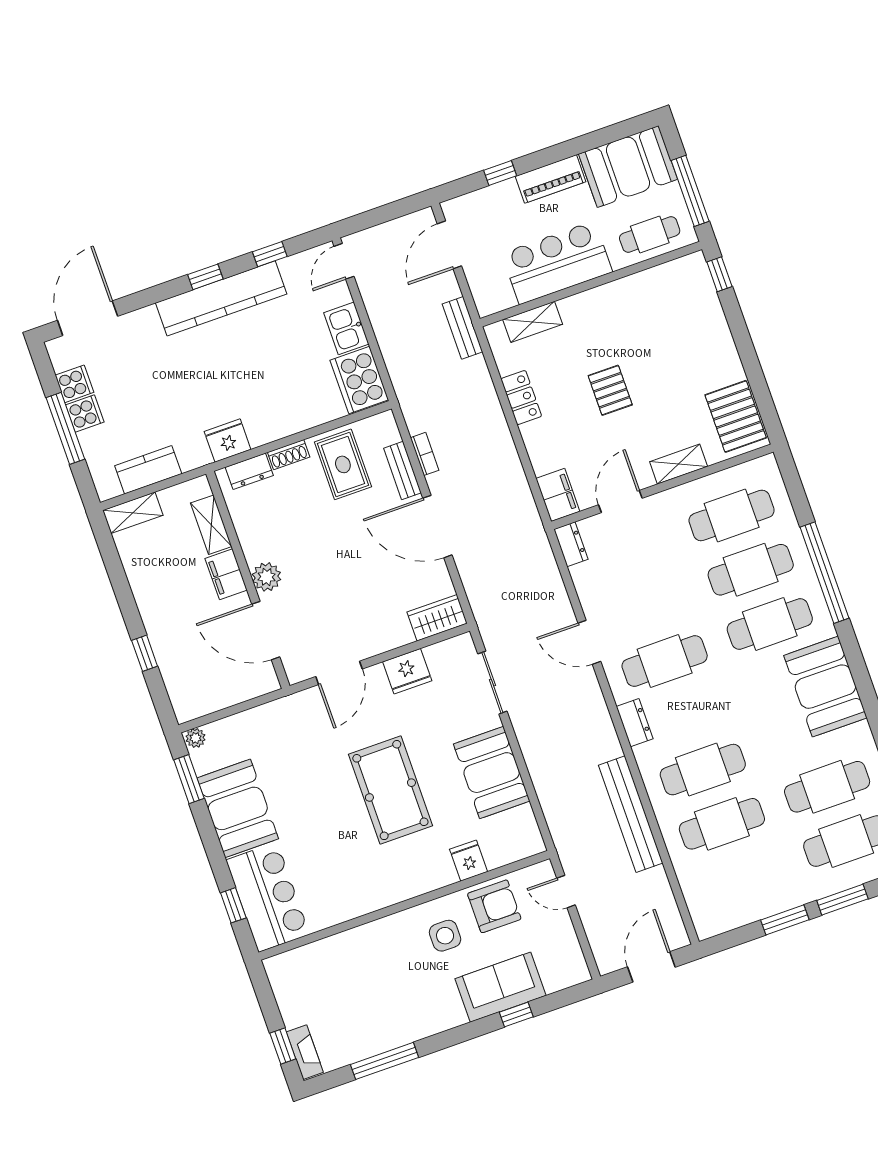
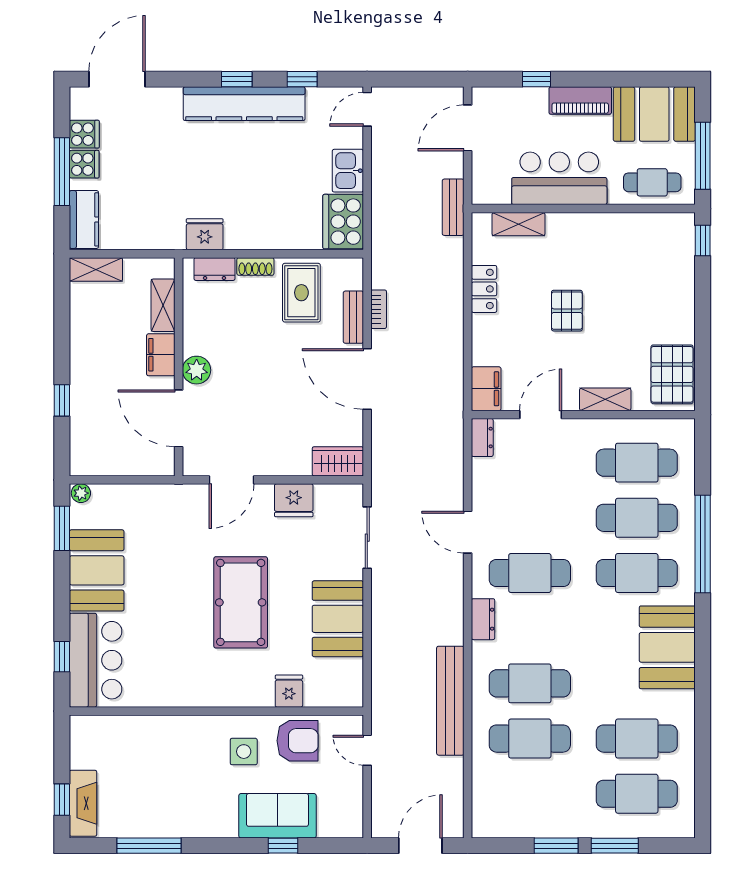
kitchen counter: (148, 470) -> (84, 219), moved, turned 90
fireplace: (305, 1052) -> (83, 803), width x1.37, depth x1.32

